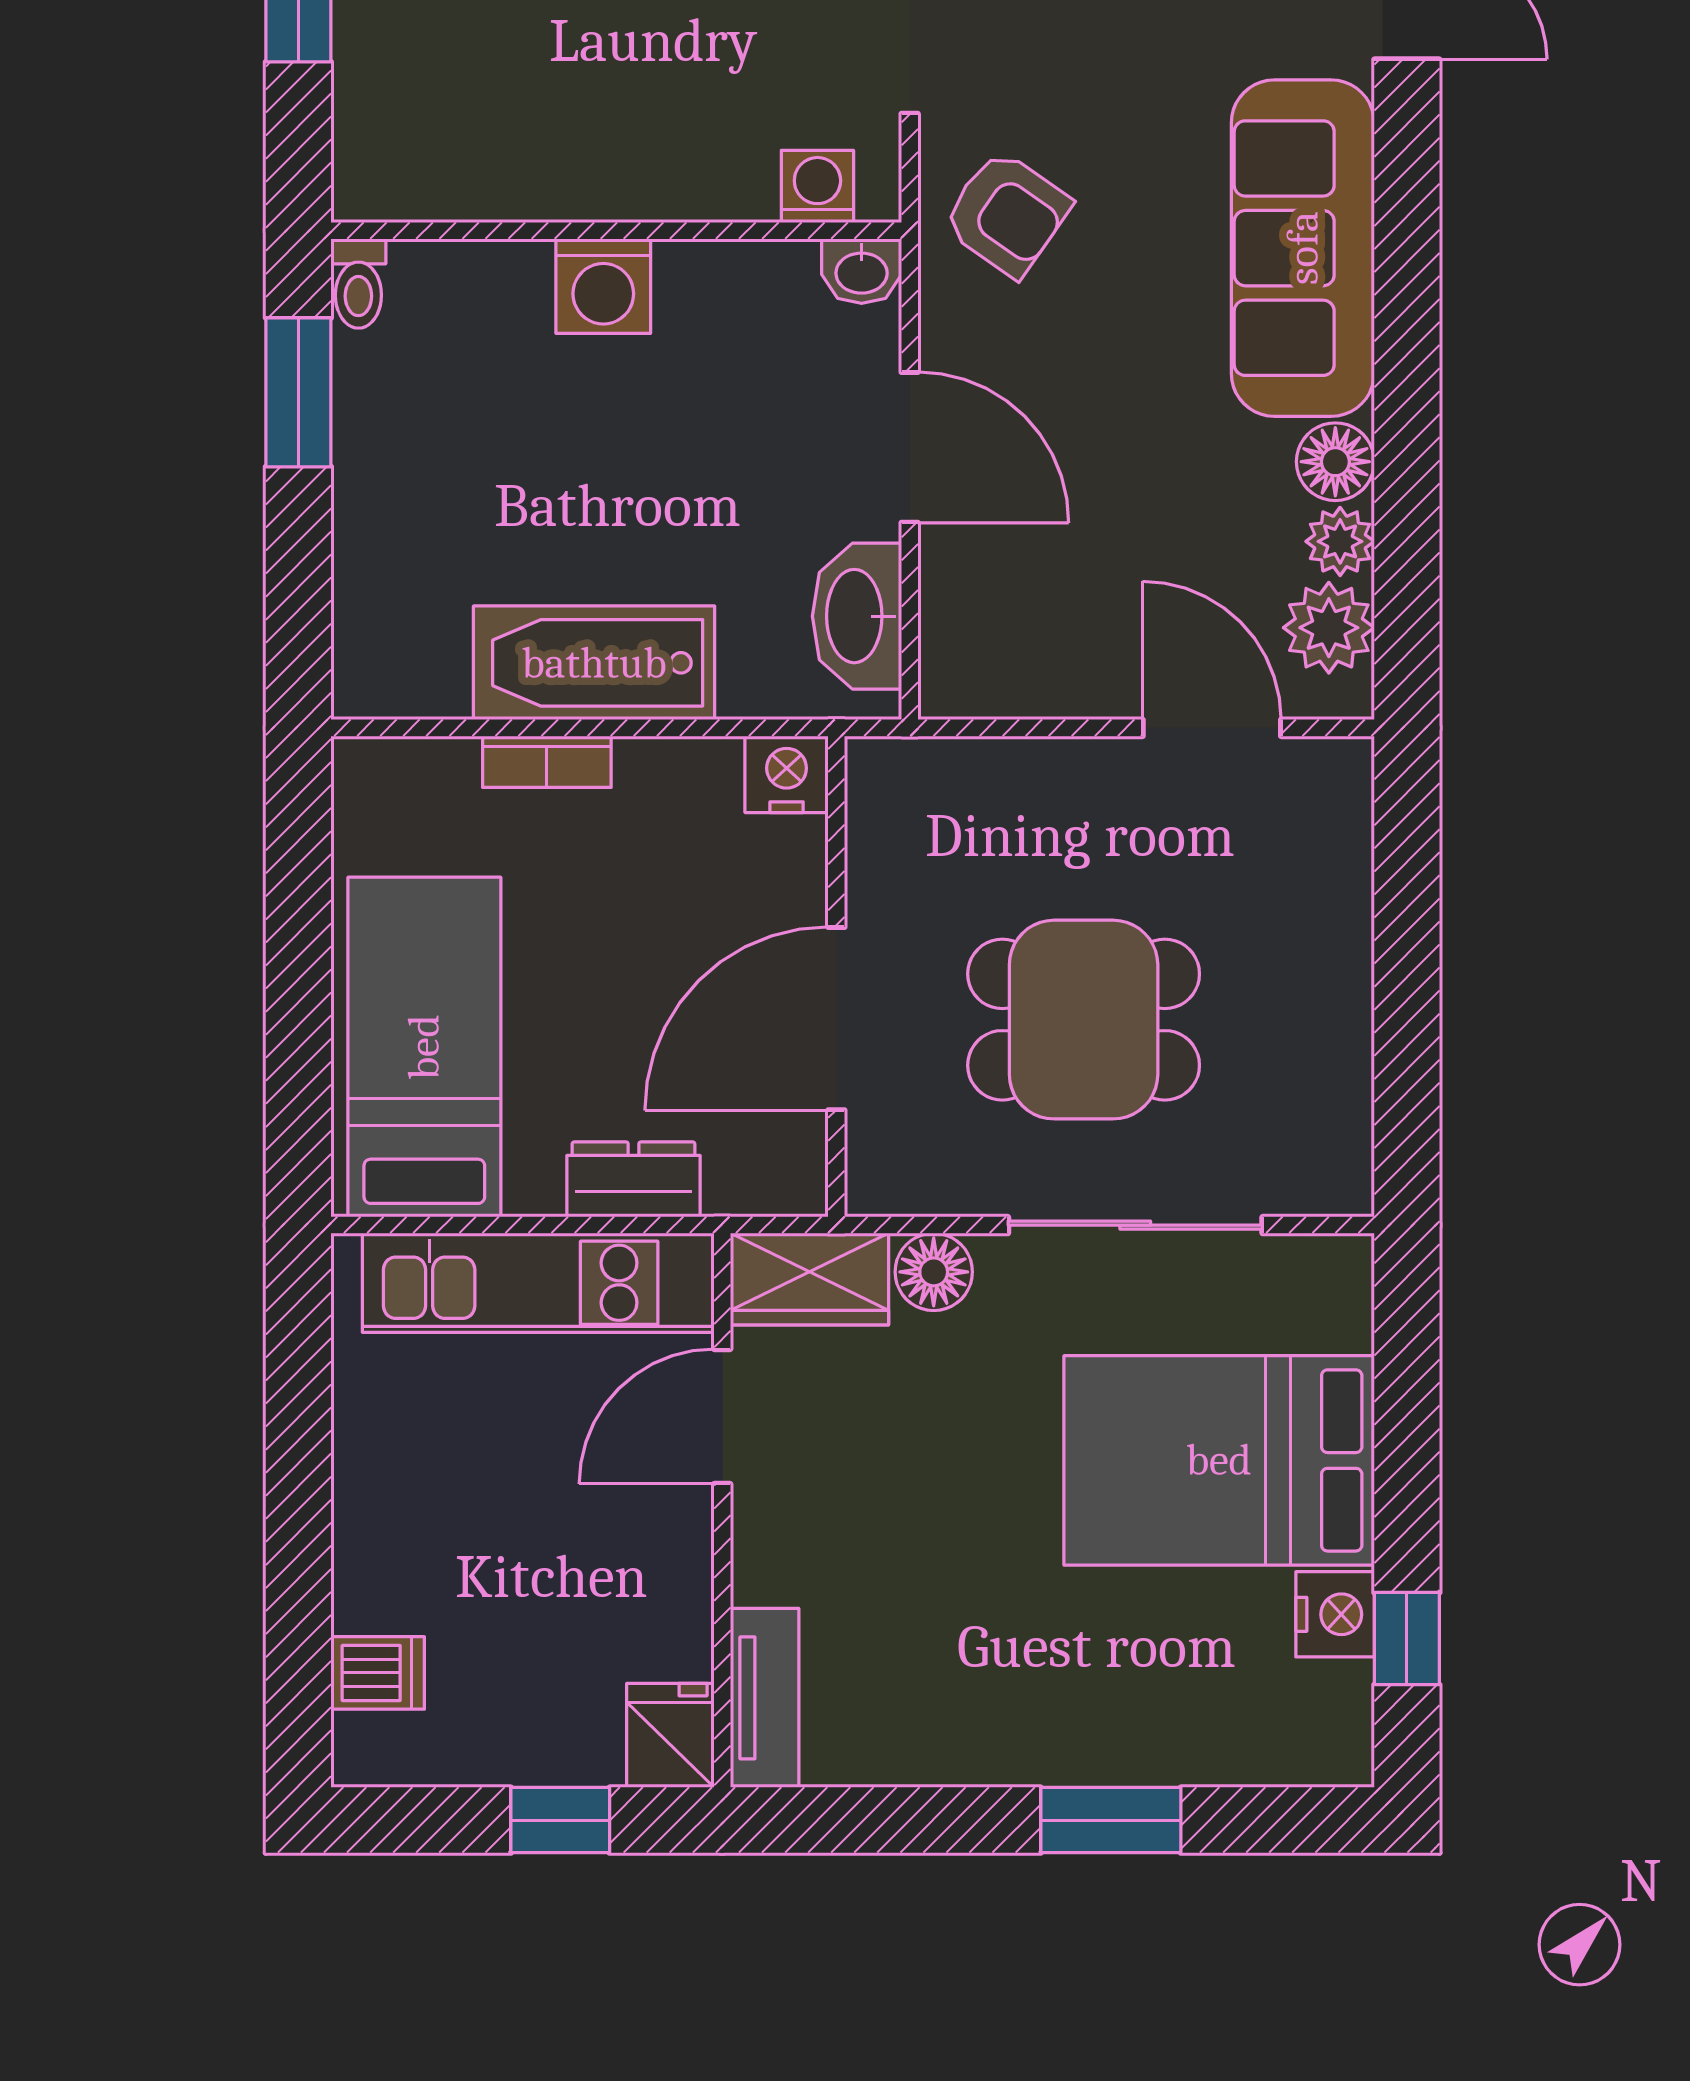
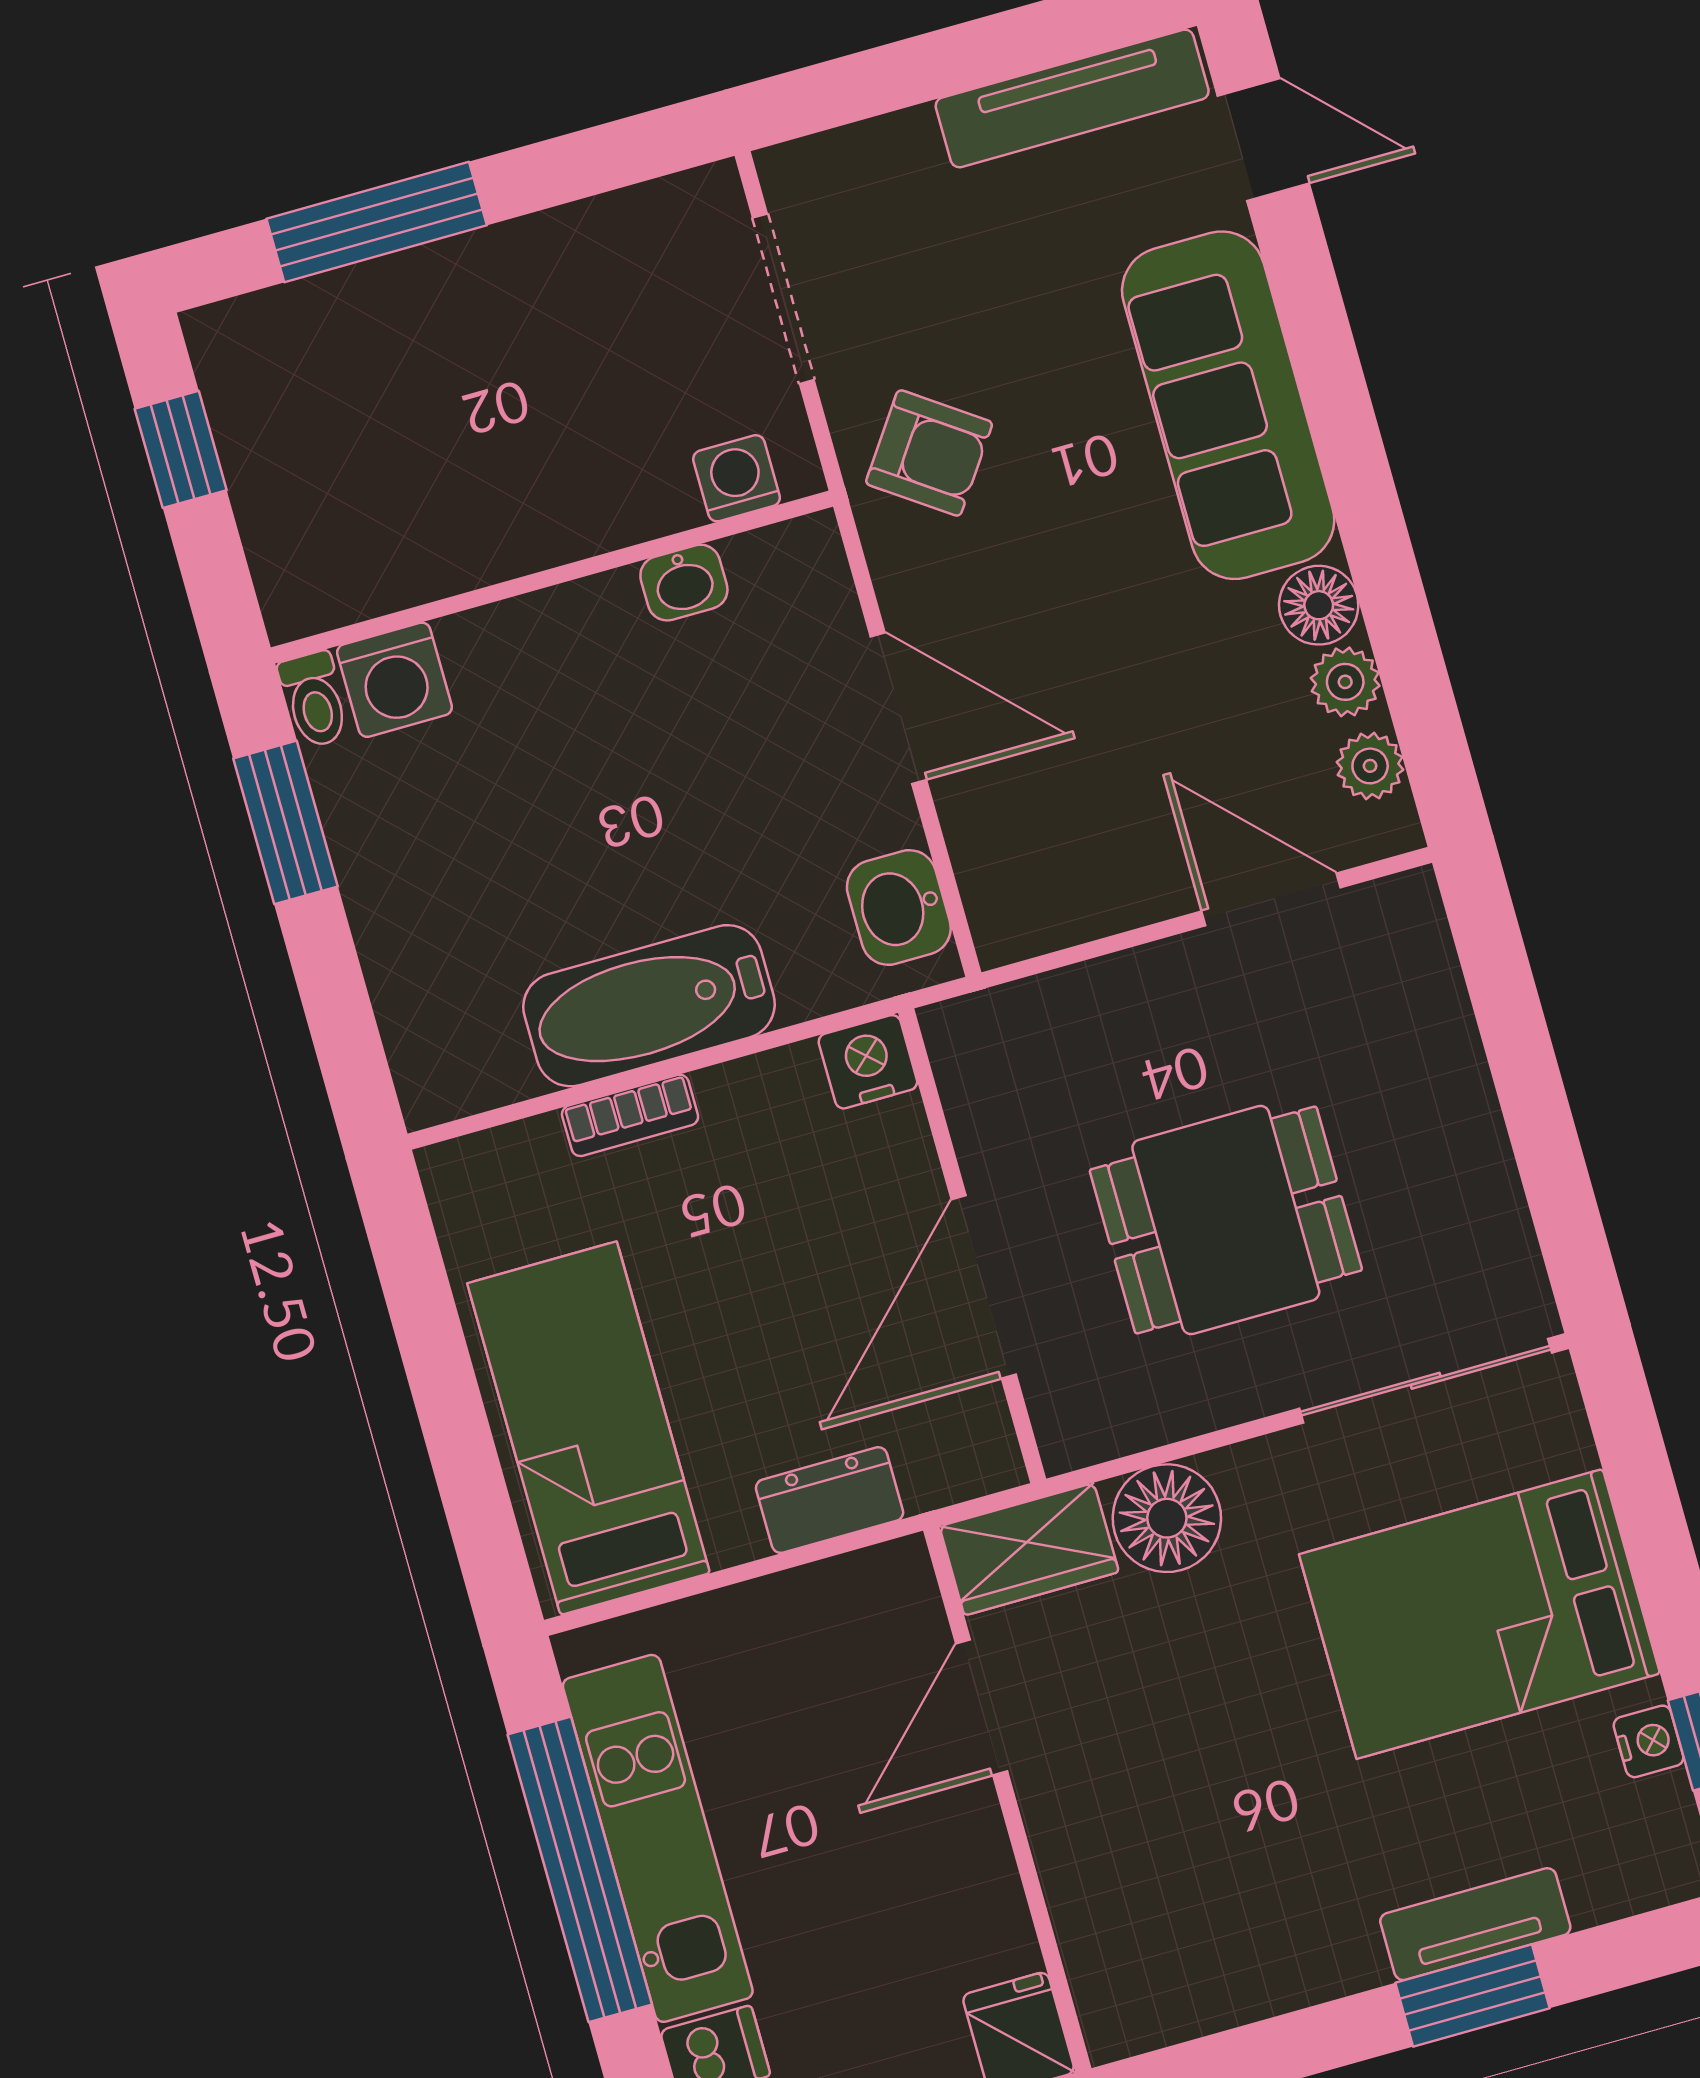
washbasin: (862, 271) -> (684, 583), moved
washing machine: (603, 286) -> (395, 680), moved
washbasin: (857, 616) -> (899, 907), width x0.72
plant: (1329, 628) -> (1370, 766), width x0.73, depth x0.73
sliding door: (1135, 1225) -> (1426, 1381), moved
floor lamp: (934, 1272) -> (1167, 1518), width x1.38, depth x1.38
kitchen unit: (538, 1283) -> (658, 1838), moved, turned -90
window: (298, 1463) -> (580, 1869), added
nightstand: (1335, 1614) -> (1649, 1741), width x0.72, depth x0.74
tv unit: (765, 1698) -> (1475, 1924), moved, turned -90

